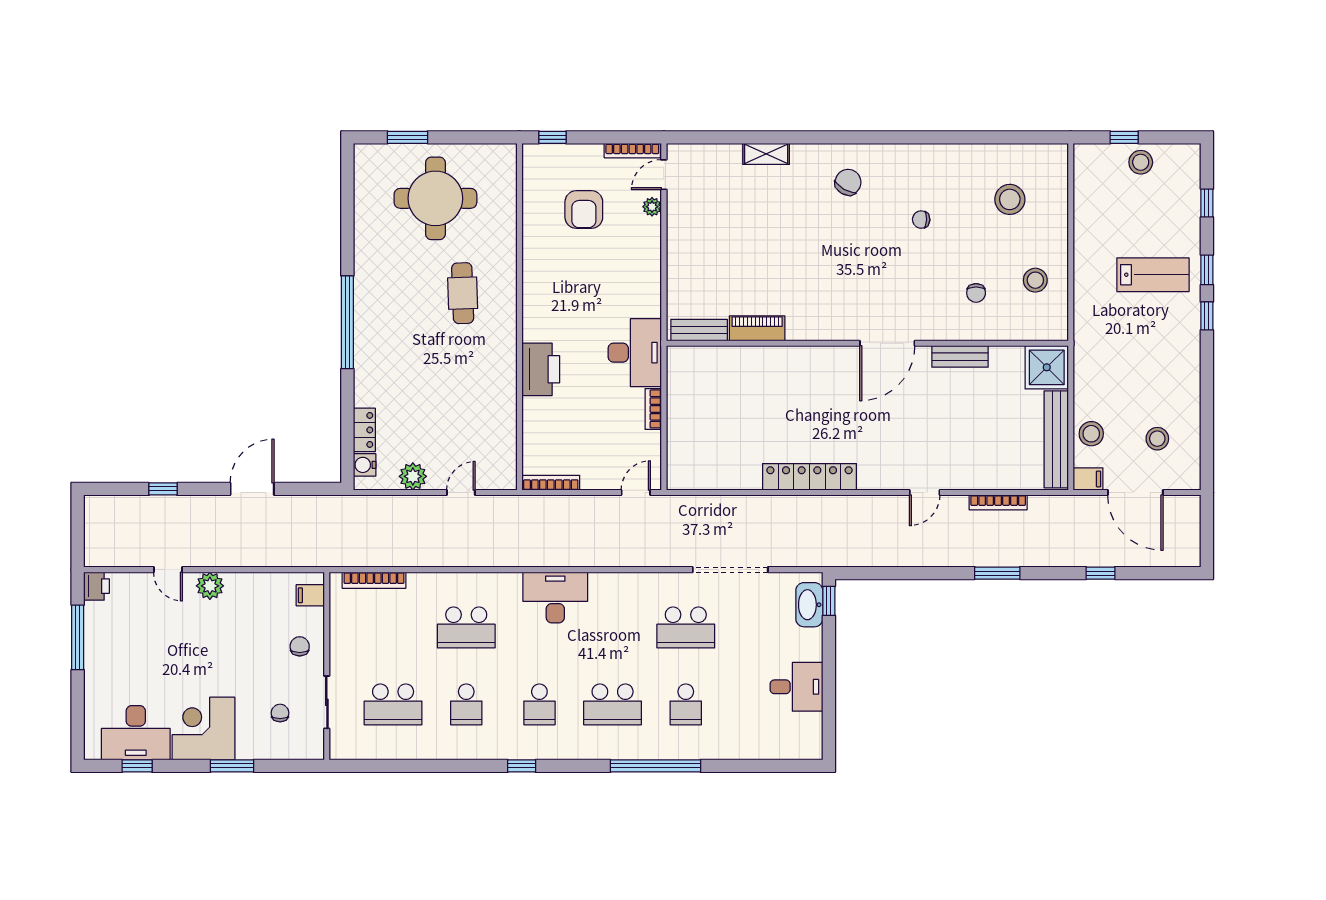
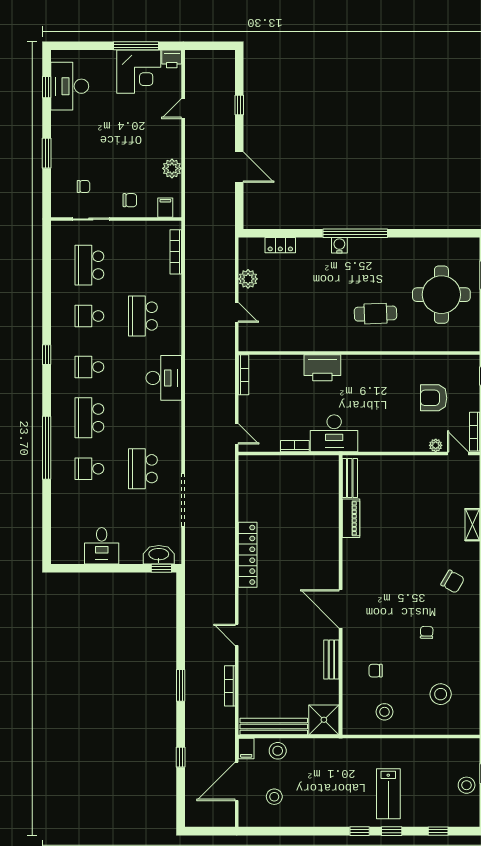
water cooler: (365, 465) -> (339, 245), moved
plant: (210, 586) -> (172, 168), moved
corner desk: (203, 728) -> (139, 72), moved, turned 90

